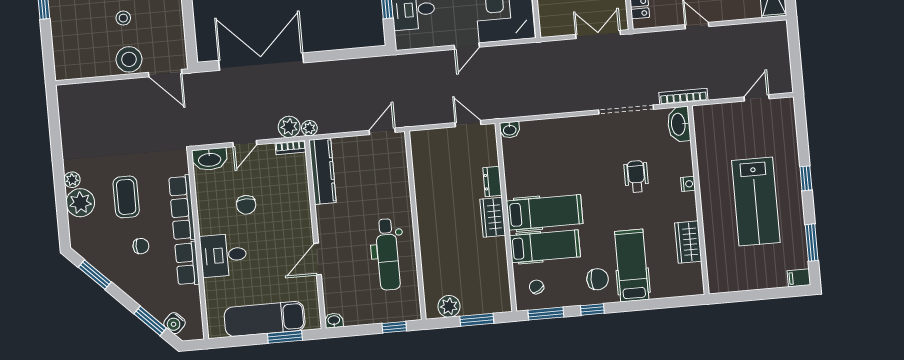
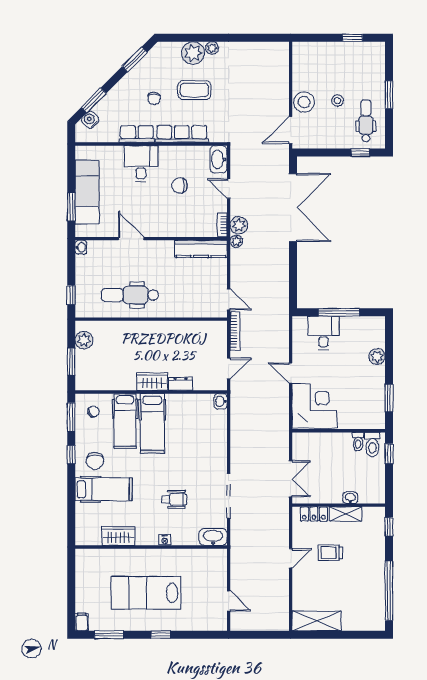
bookcase: (683, 96) -> (235, 331), moved

